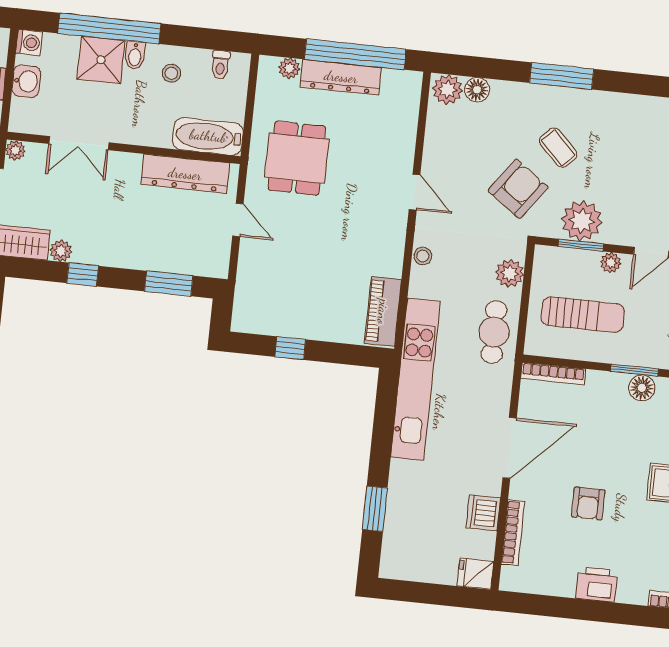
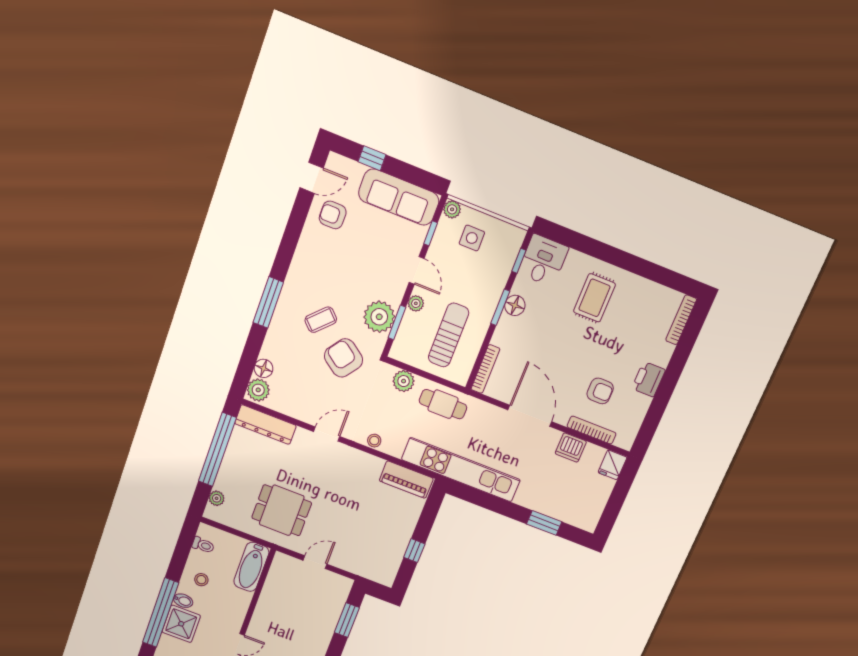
dresser: (341, 77) -> (265, 425), moved, turned 90
dresser: (185, 174) -> (274, 589), removed
armchair: (588, 503) -> (600, 391), moved

